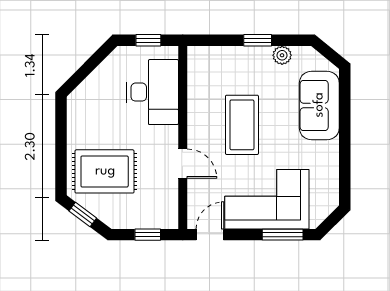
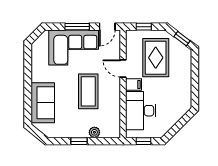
plant: (282, 55) -> (94, 132), moved
filing cabinet: (165, 136) -> (134, 85), added
rug: (105, 171) -> (156, 58), moved, turned 90
window: (283, 235) -> (77, 27), moved

